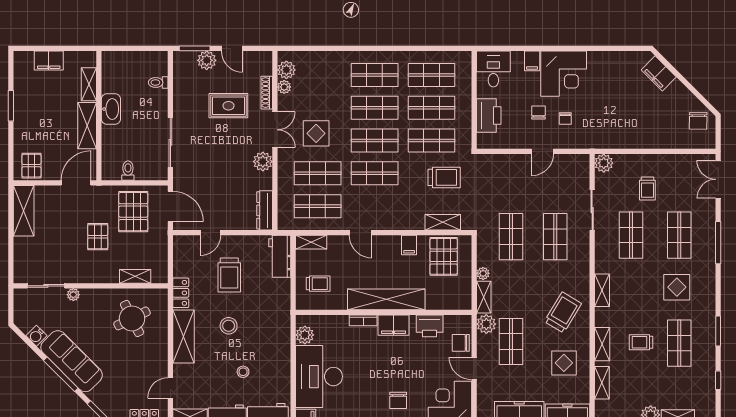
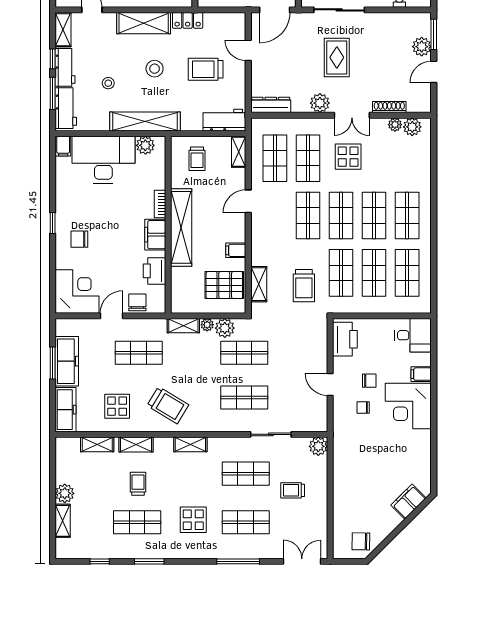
rug: (228, 106) -> (337, 57), moved
printer: (489, 116) -> (345, 339), moved, turned -90
plant: (486, 324) -> (225, 328), moved
shelving: (281, 335) -> (145, 122), added

